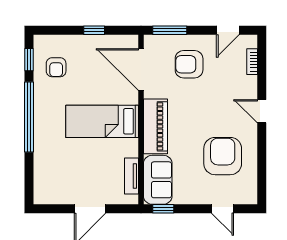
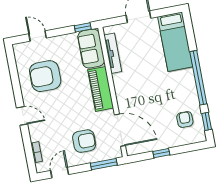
bed: (102, 121) -> (175, 42), moved, turned 90
armchair: (223, 156) -> (45, 76), turned 90
tv unit: (131, 176) -> (113, 53), width x1.41

